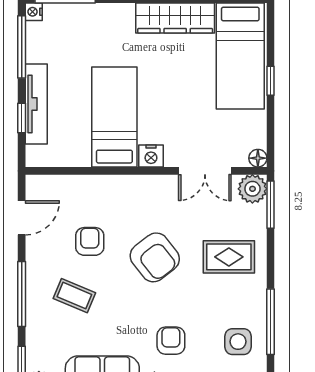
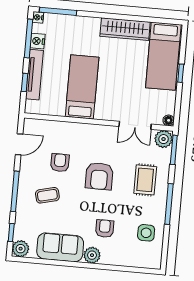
nightstand: (151, 156) -> (38, 41), moved, turned 90
armchair: (155, 257) -> (99, 176), turned 38
rug: (229, 257) -> (145, 180), turned 90
coffee table: (74, 296) -> (47, 195), turned -37
window: (271, 322) -> (169, 204), moved

